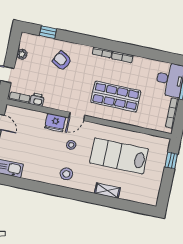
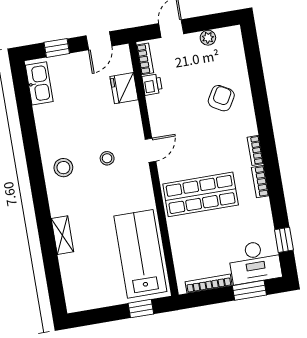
window: (48, 32) -> (284, 240), moved
shop shelf: (116, 96) -> (201, 194), turned 90
door: (77, 116) -> (150, 150), swing flipped
fridge: (55, 122) -> (124, 88), moved
lab bench: (119, 156) -> (140, 254), moved

